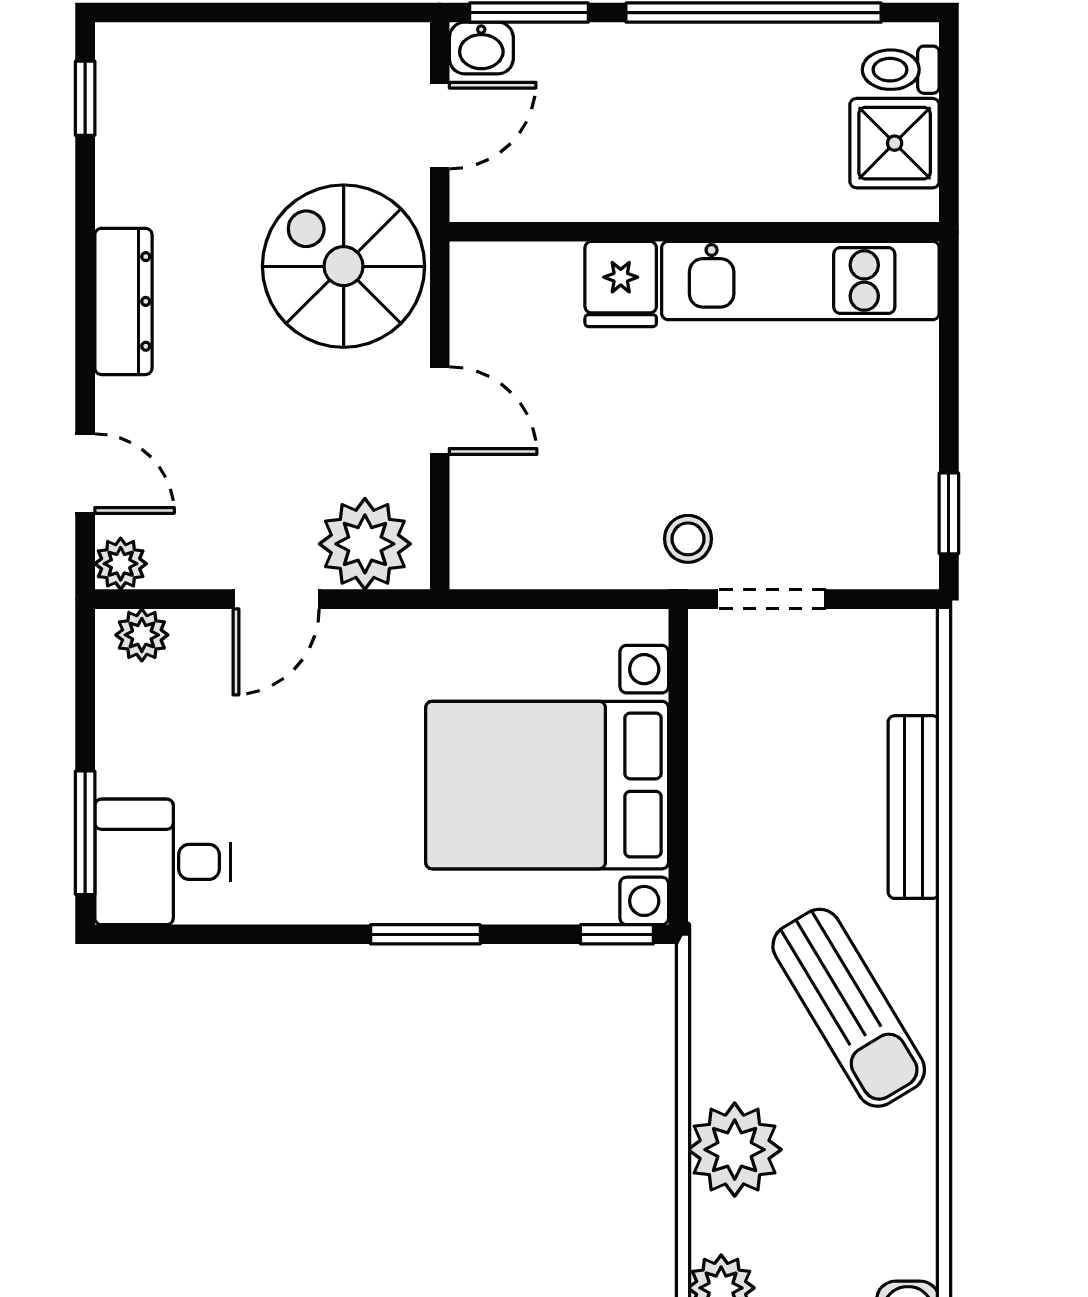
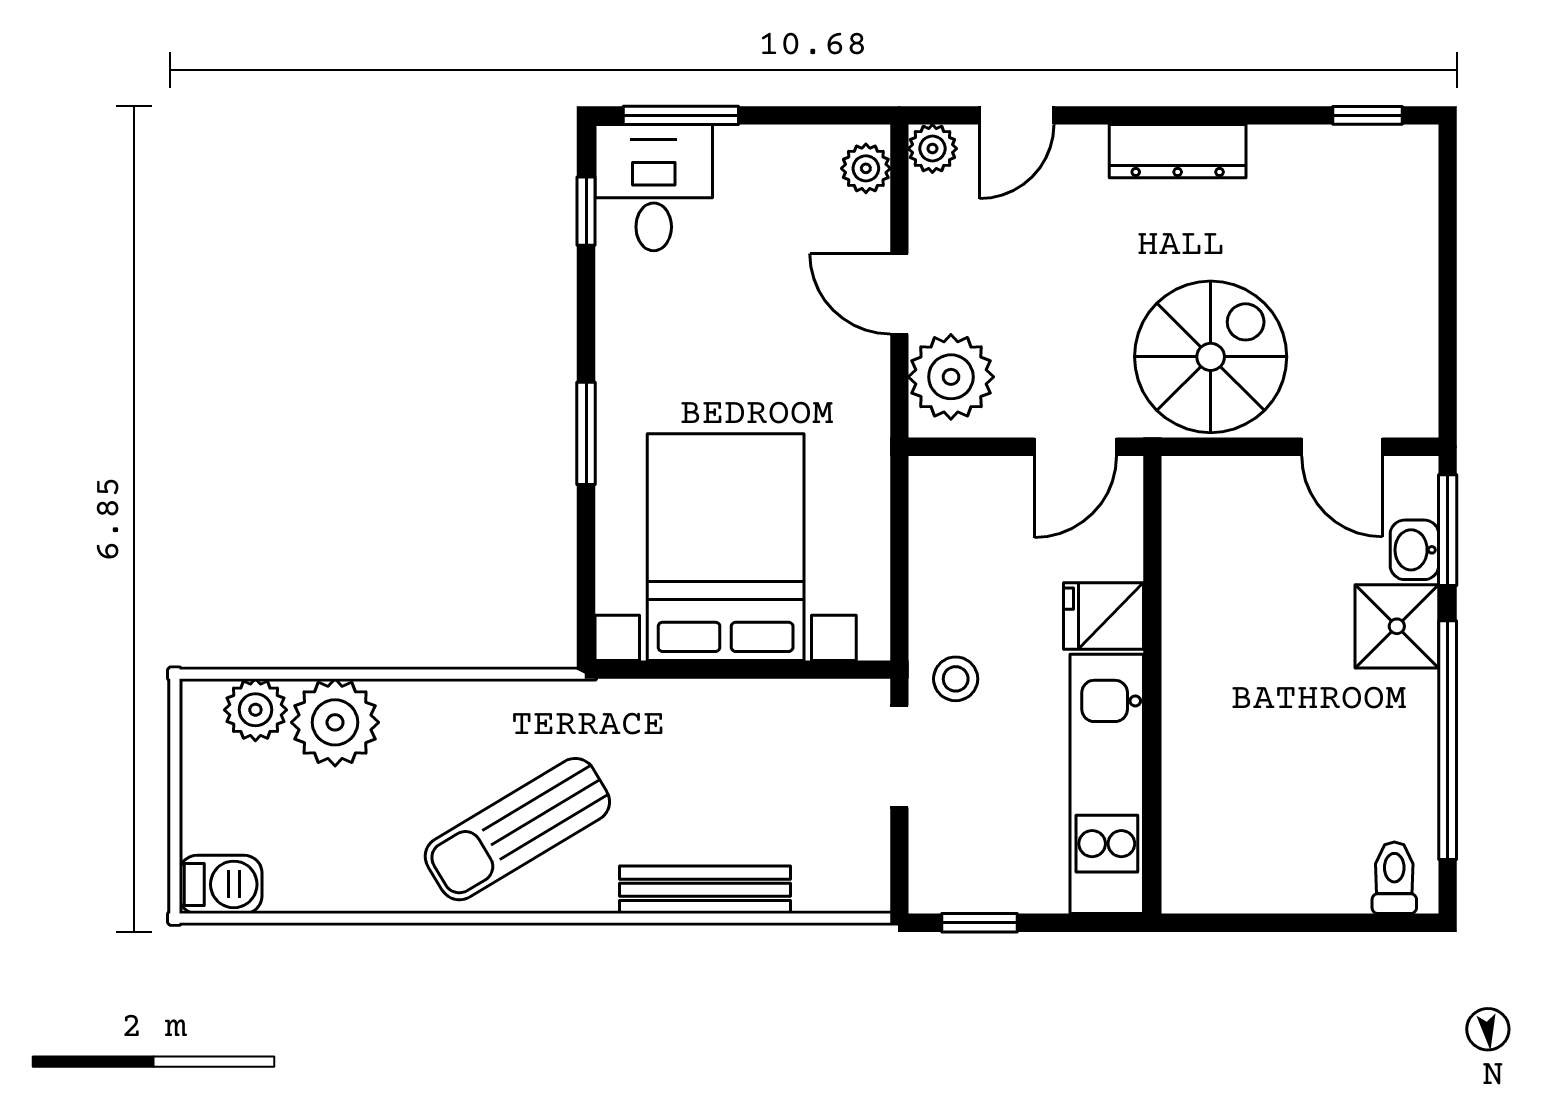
washbasin: (481, 48) -> (1414, 550), moved
shower: (895, 143) -> (1397, 626), moved
wall: (694, 232) -> (1152, 685), moved
kitchen unit: (800, 281) -> (1107, 784), moved
fridge: (621, 284) -> (1104, 616), moved
window: (617, 934) -> (586, 211), moved
plant: (735, 1150) -> (335, 722), moved

